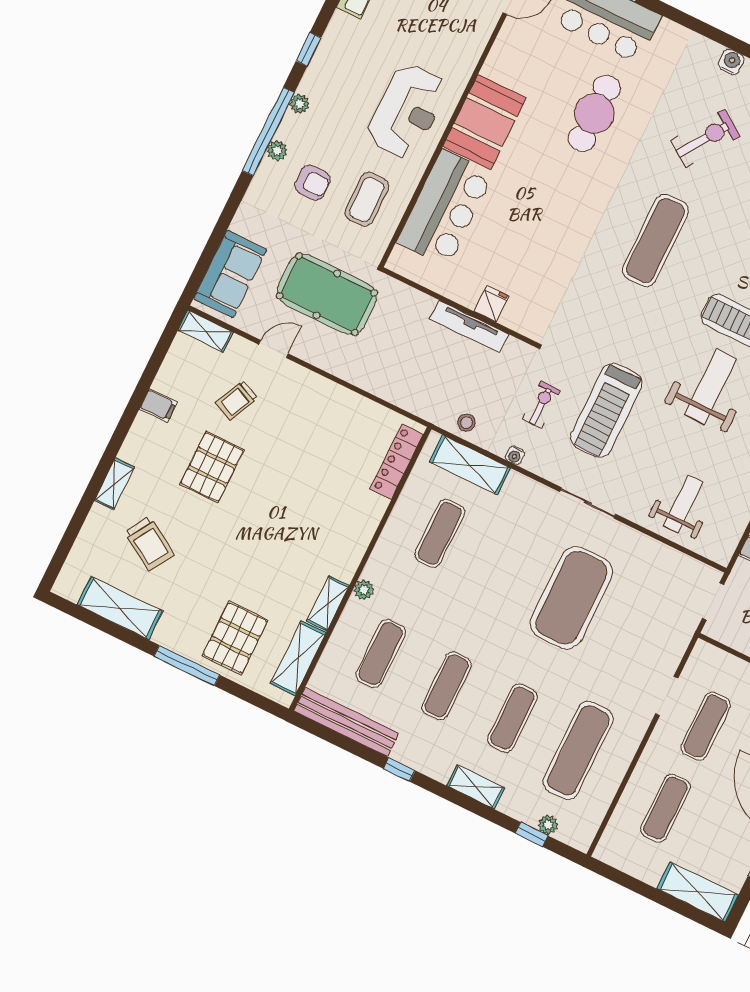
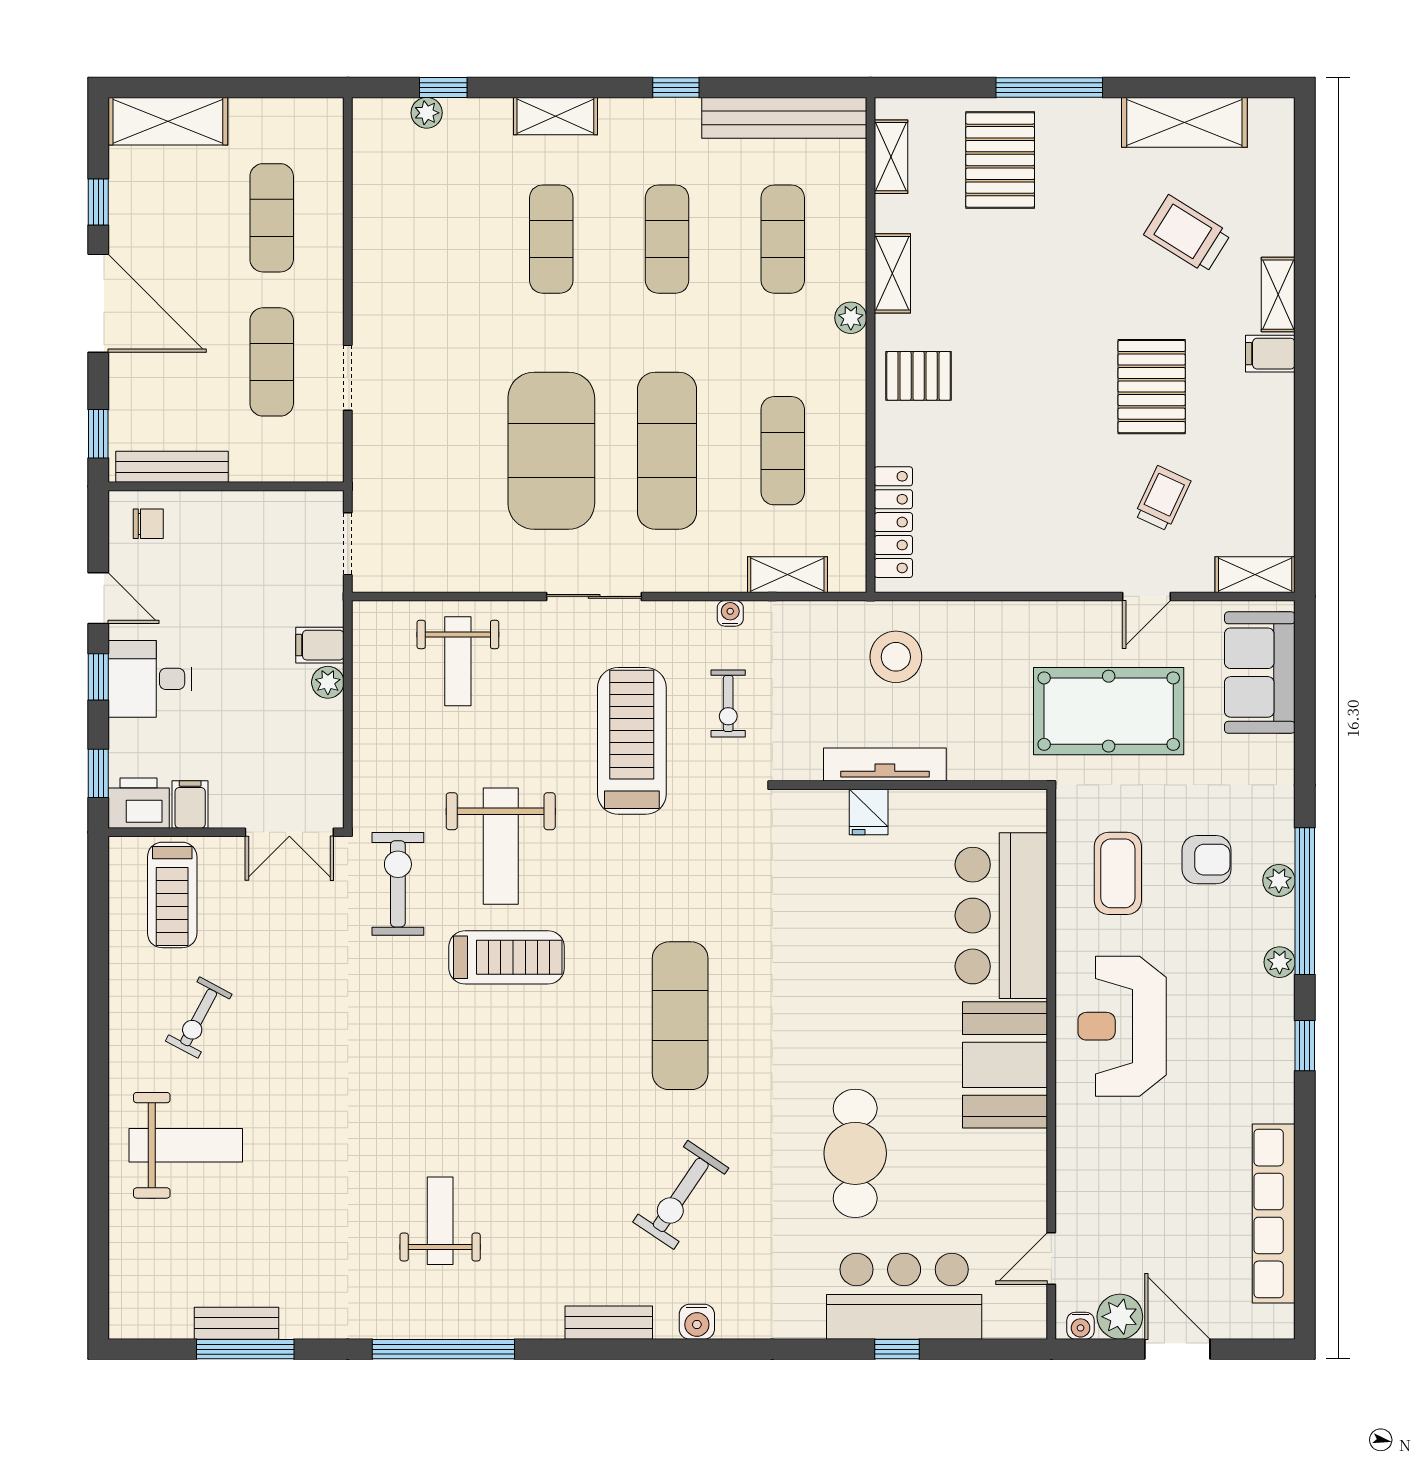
armchair: (313, 183) -> (1206, 860), turned 180
filing cabinet: (158, 406) -> (1270, 354), moved
stool: (466, 423) -> (896, 657), moved, width x1.89, depth x1.89
shelving: (470, 465) -> (787, 575), width x0.67, depth x0.75
pallet: (342, 538) -> (919, 376), added
shelving: (298, 658) -> (891, 157), width x0.67, depth x0.75
exercise mat: (578, 750) -> (667, 451), moved

